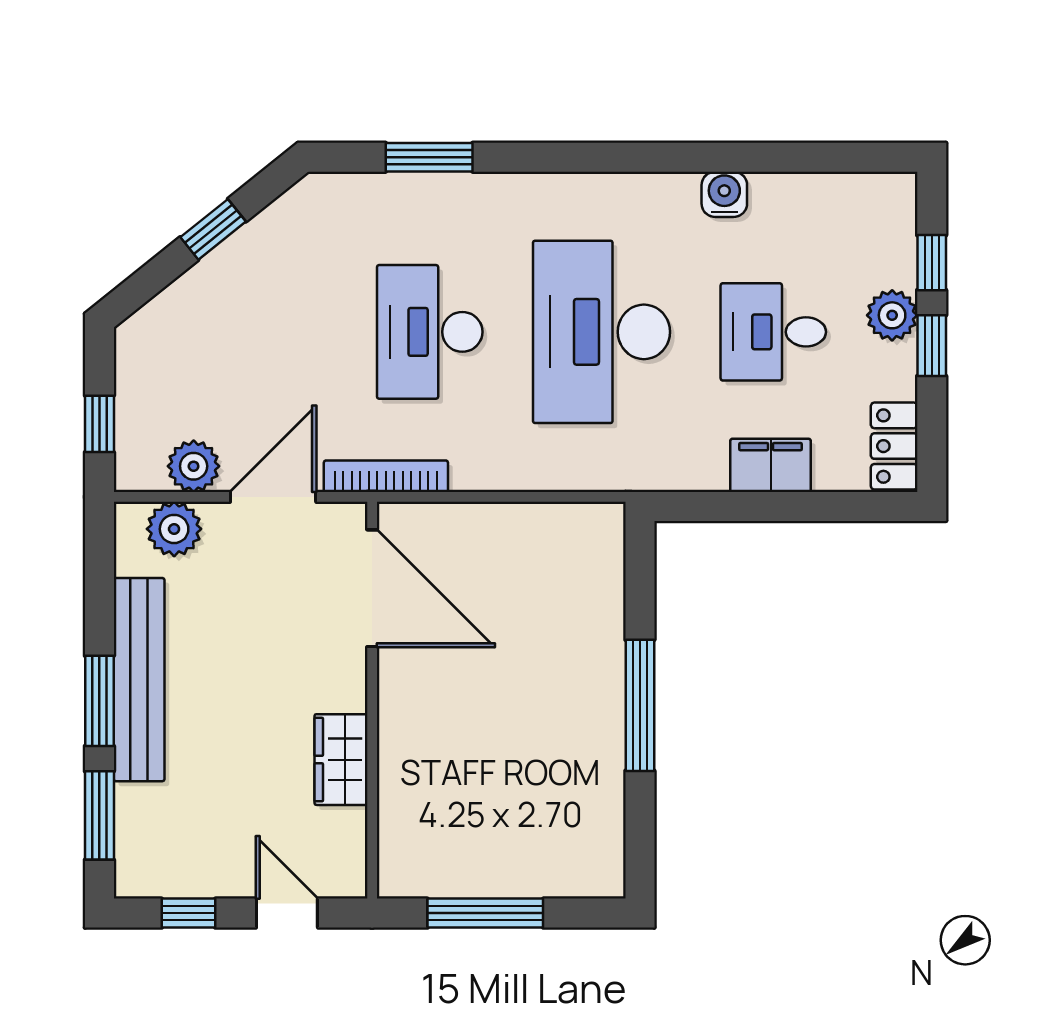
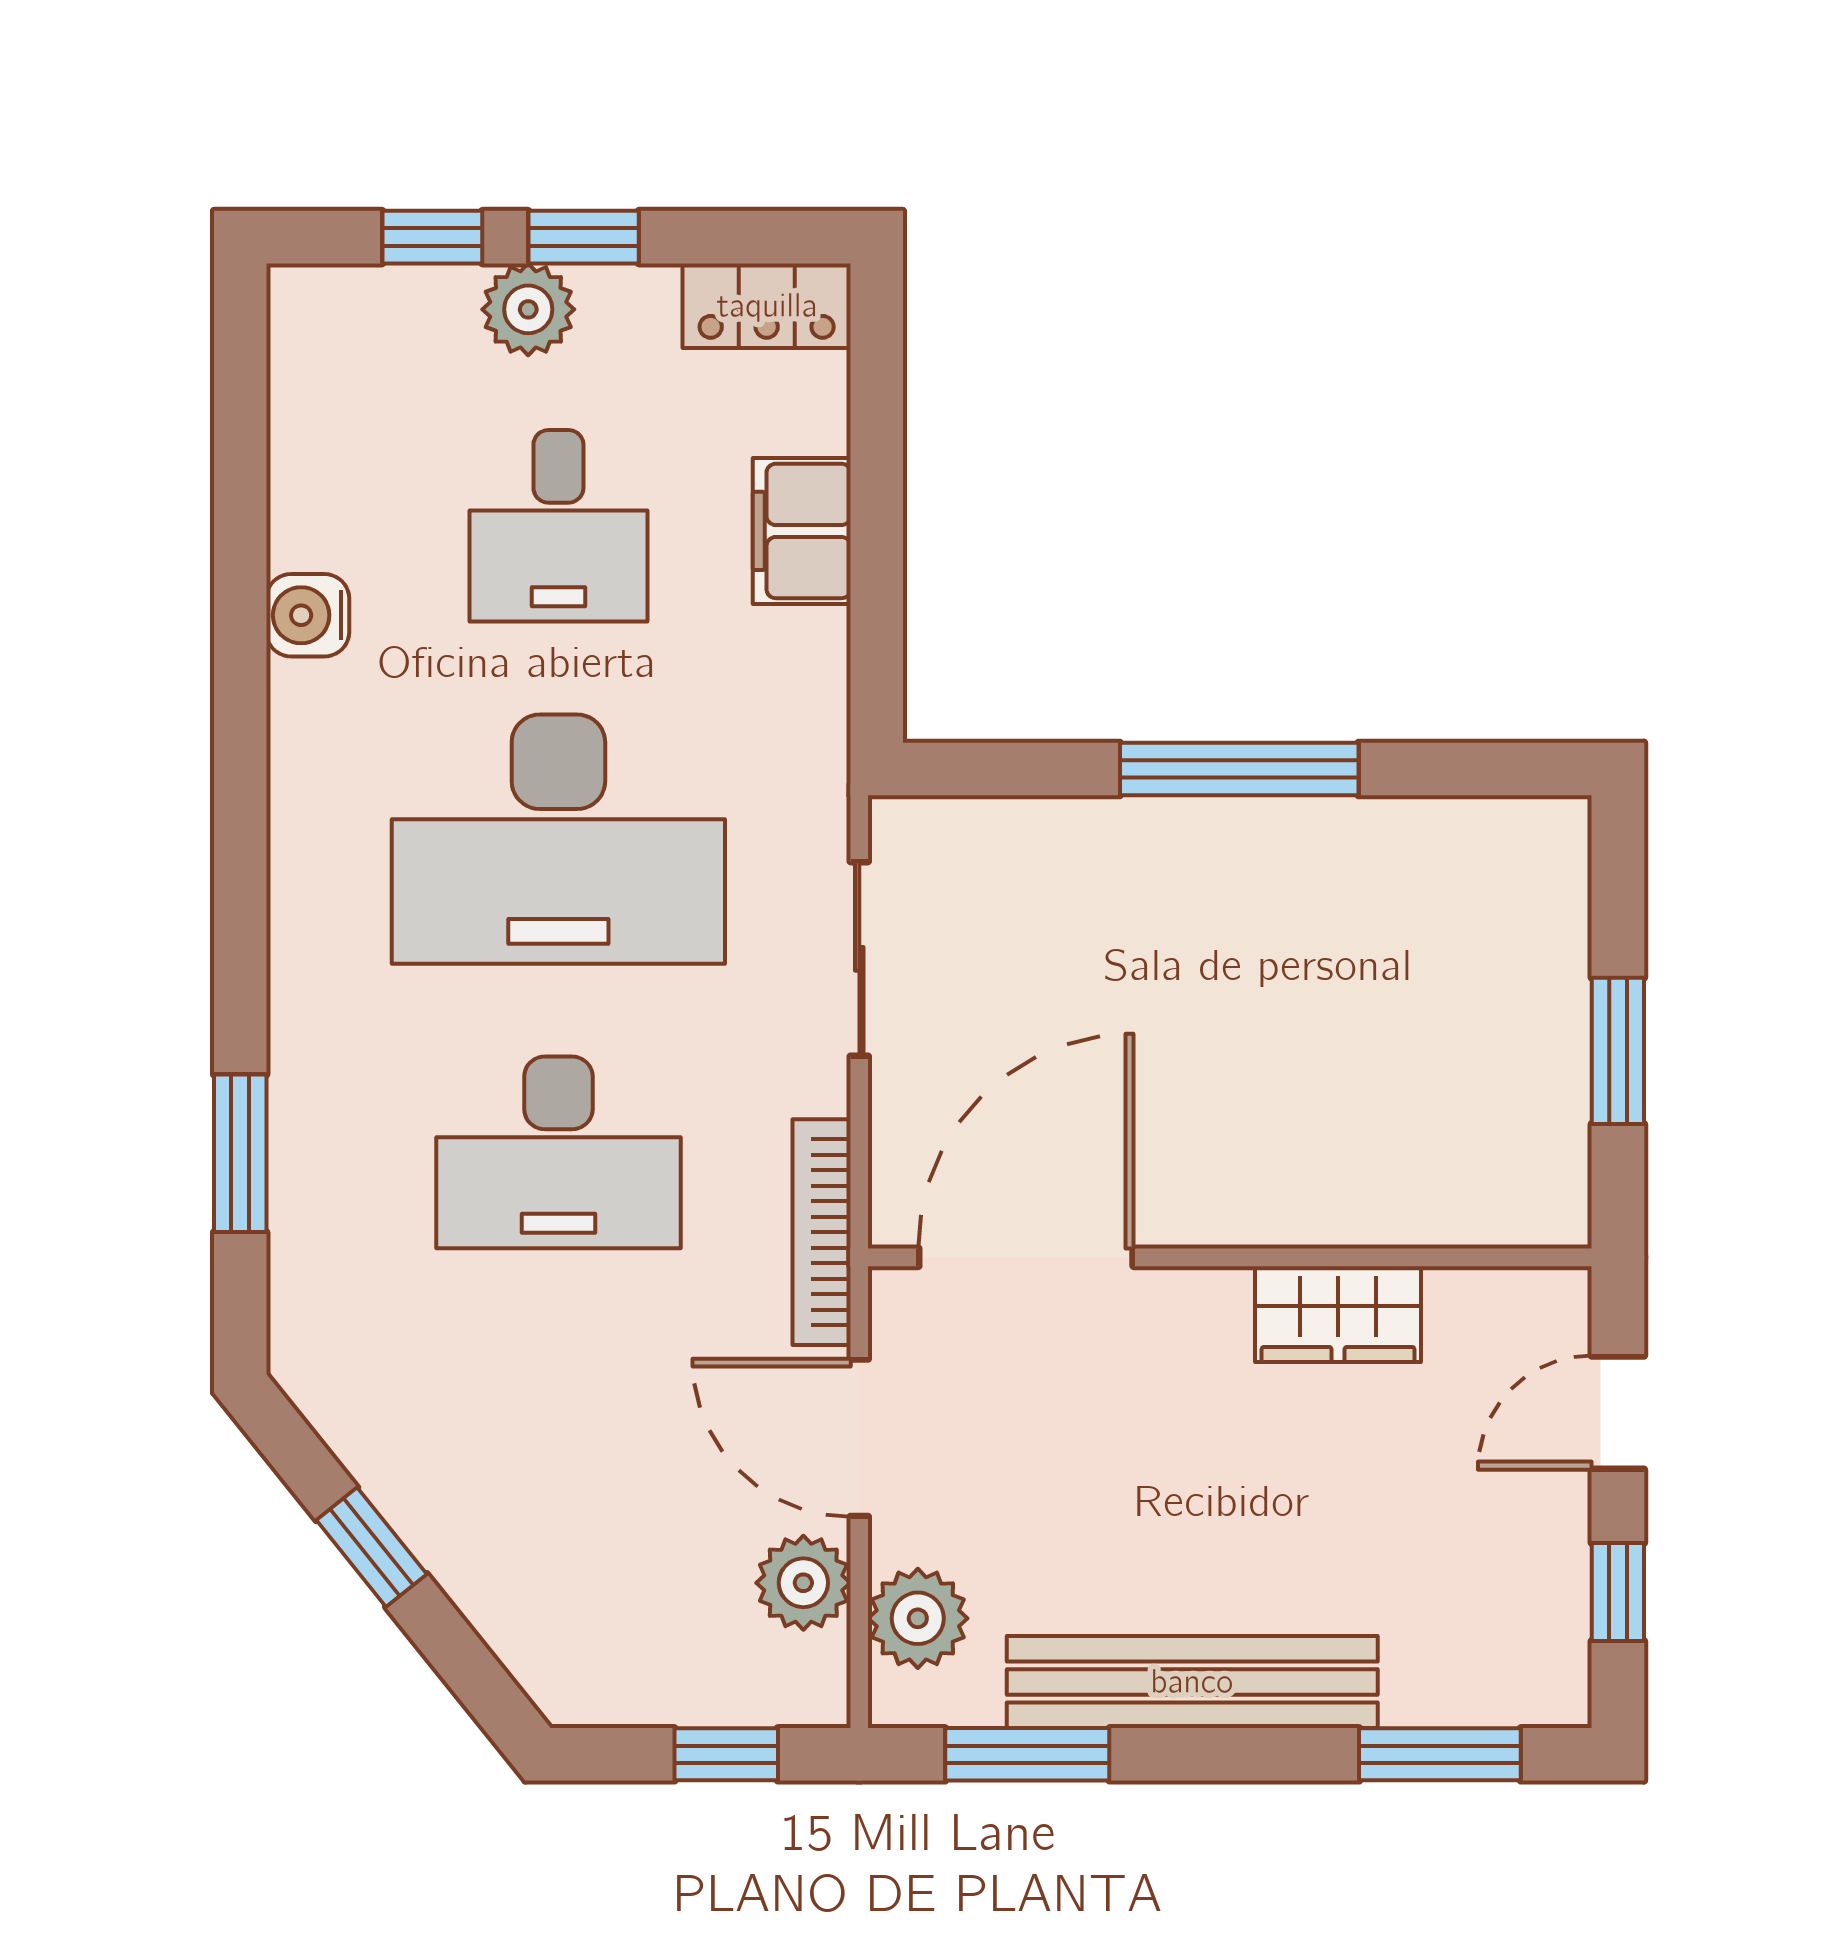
sliding door: (536, 497) -> (859, 959), added
window: (99, 701) -> (1027, 1754), moved
window: (485, 913) -> (1618, 1051), width x0.69

